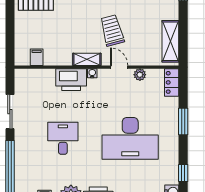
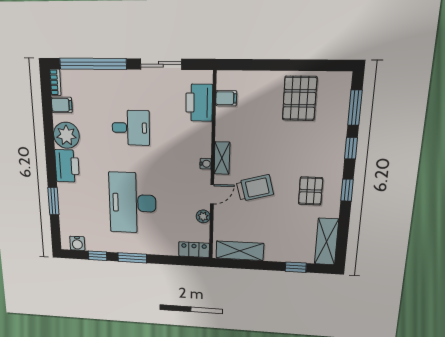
printer: (71, 80) -> (199, 103), moved
window: (183, 121) -> (132, 258), moved

